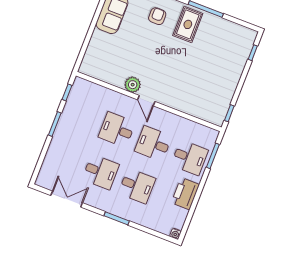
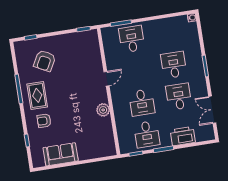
rug: (188, 24) -> (37, 95), turned 90
armchair: (220, 53) -> (45, 61), added
door: (146, 101) -> (107, 79), moved
desk: (153, 144) -> (147, 134), moved
printer: (185, 194) -> (183, 136), moved, turned 180

